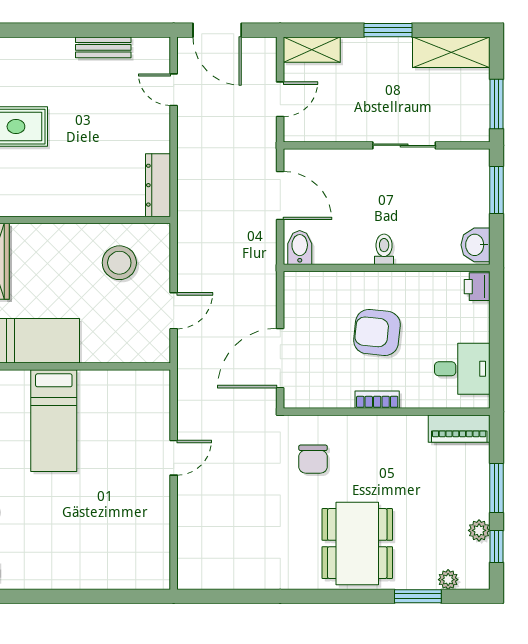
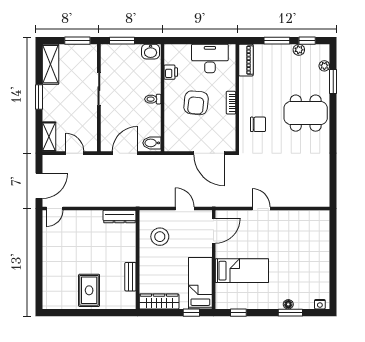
bench: (103, 47) -> (130, 277), moved
door: (174, 90) -> (55, 208), moved
printer: (477, 287) -> (171, 72), moved, turned -90
door: (131, 366) -> (214, 231), added
desk: (462, 369) -> (210, 58), width x1.37
chair: (313, 459) -> (258, 124), moved

